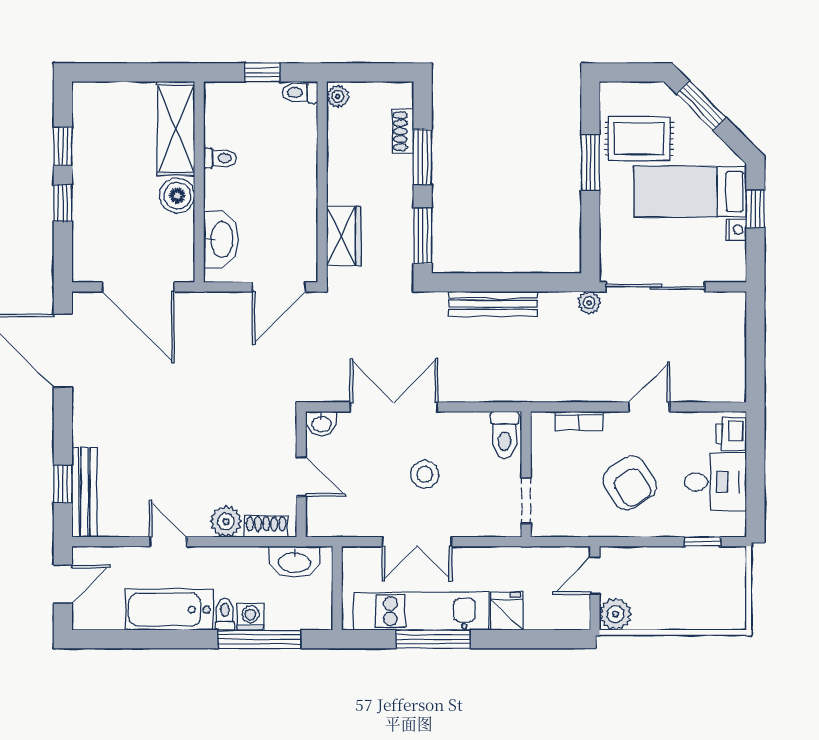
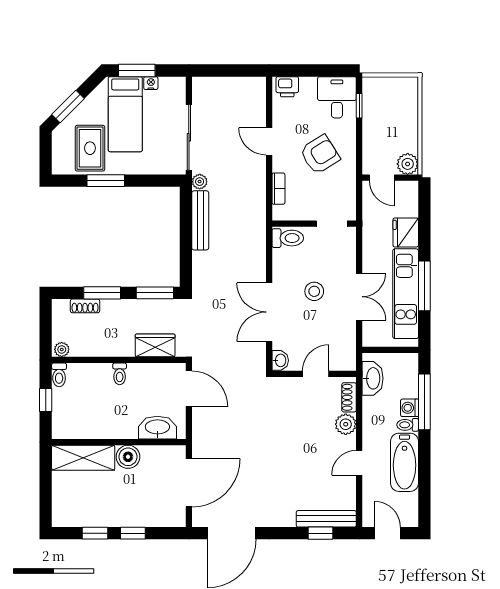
toilet: (220, 158) -> (120, 374), moved, turned 180
window: (755, 209) -> (137, 70), width x1.50
bench: (493, 304) -> (200, 220), moved
desk: (715, 482) -> (337, 97), moved
fridge: (507, 611) -> (406, 232), width x1.38

